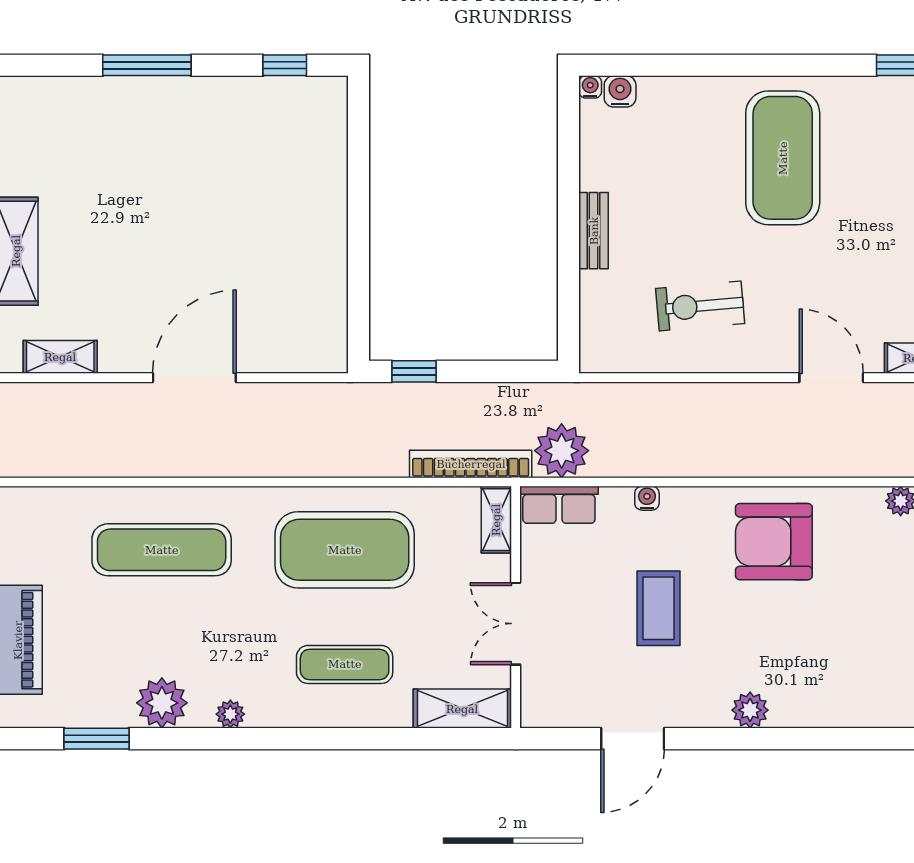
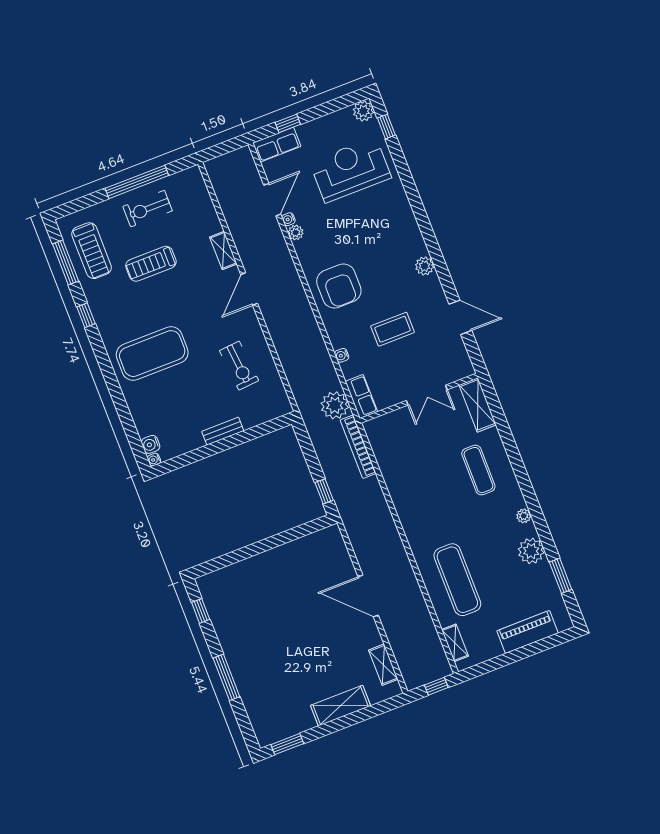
shelving: (496, 520) -> (455, 643), moved, turned 90
exercise mat: (345, 550) -> (423, 491), removed

